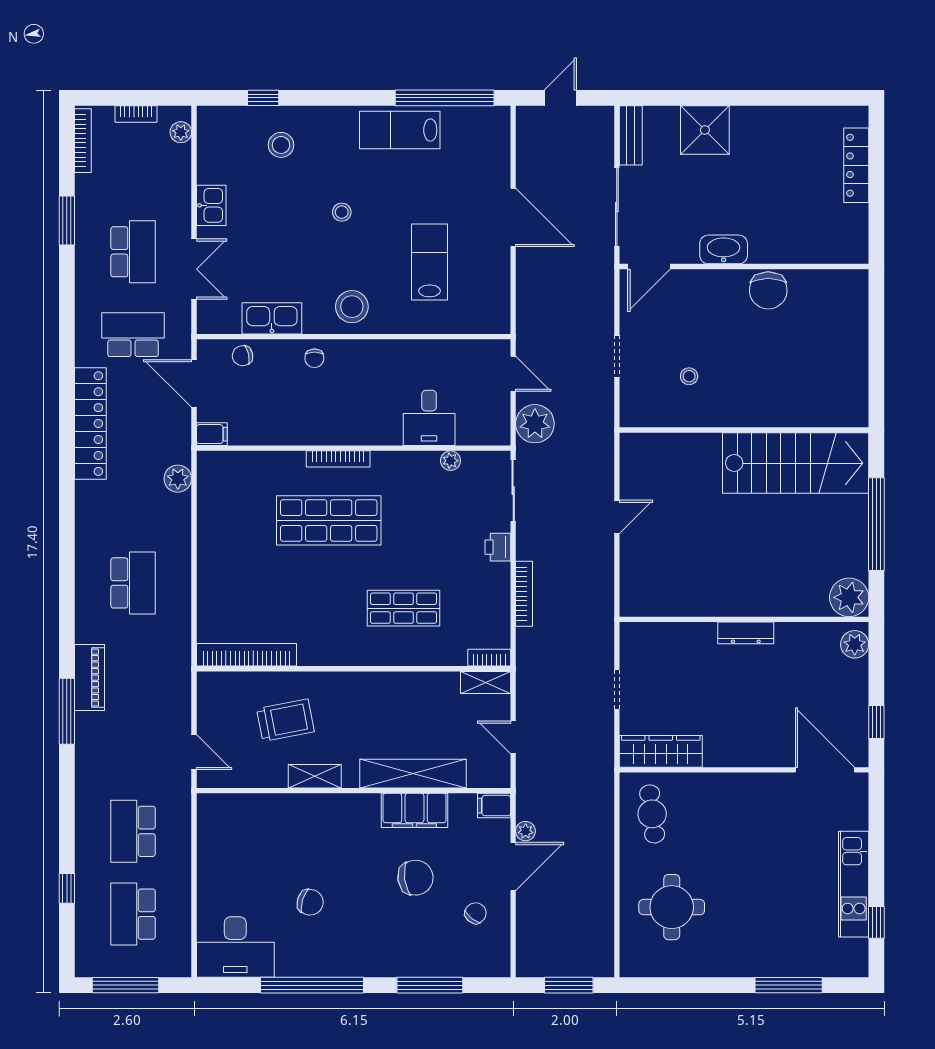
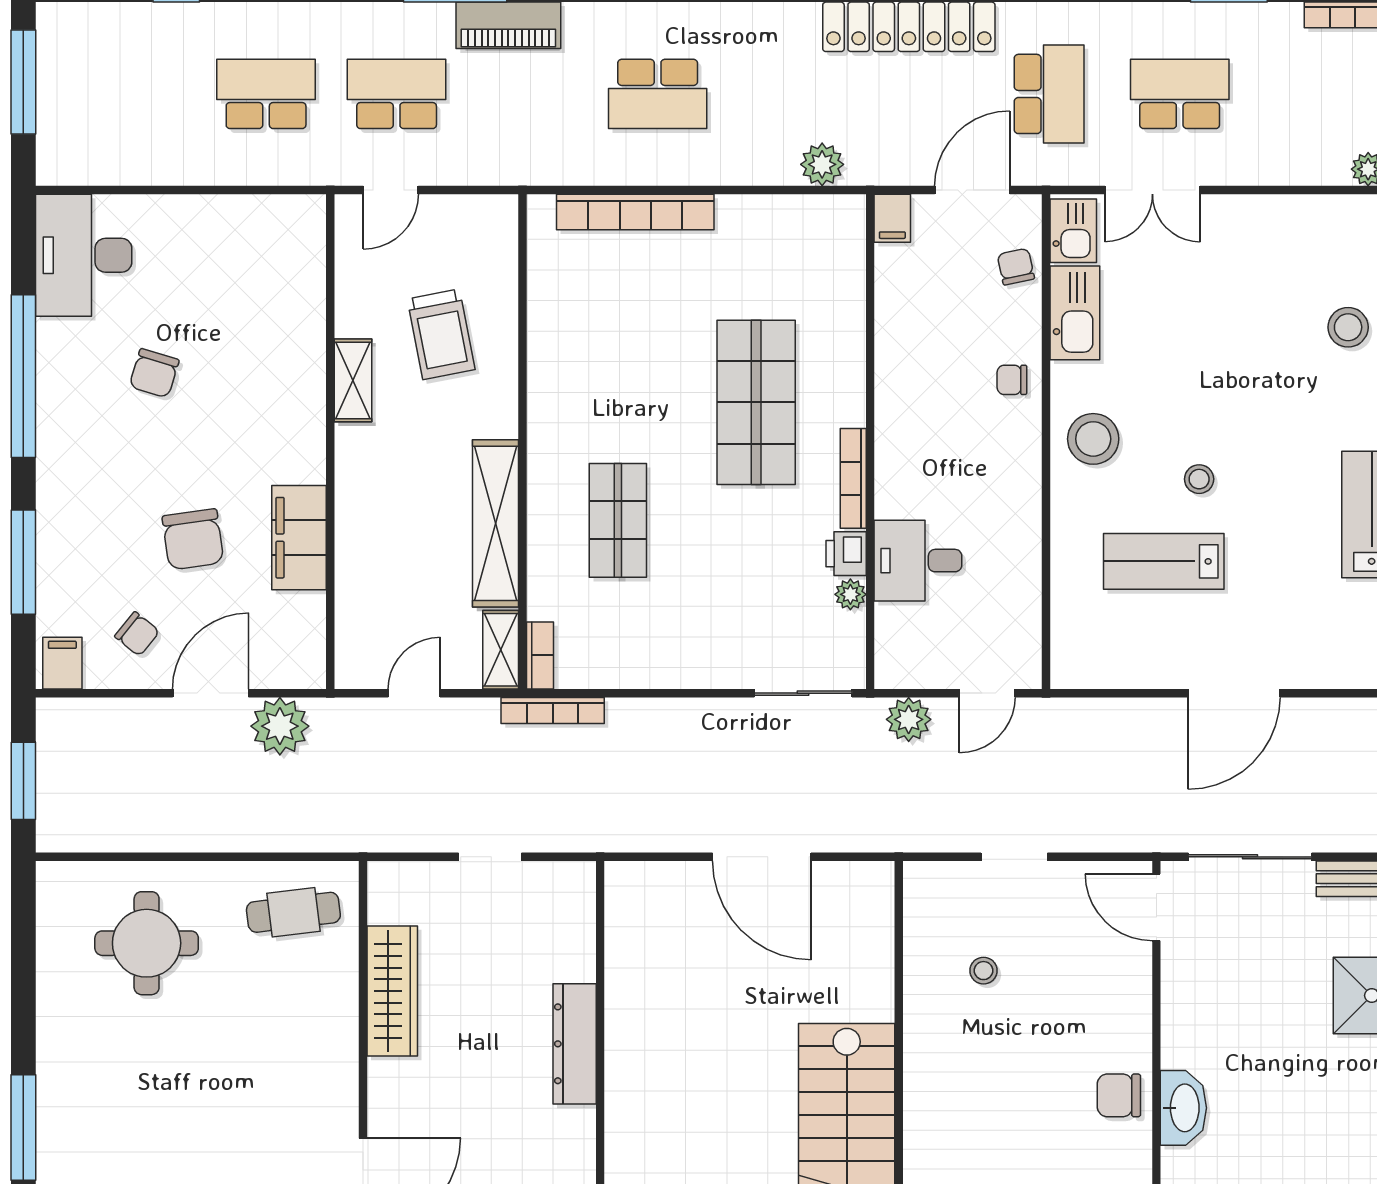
kitchen sink: (211, 205) -> (1073, 231), moved, turned -90
stool: (342, 212) -> (1199, 479), moved
washbasin: (724, 249) -> (1183, 1108), moved
school desk: (133, 252) -> (1180, 94), turned 180
lab bench: (430, 262) -> (1164, 561), turned 180
chair: (768, 290) -> (1119, 1095), width x0.73, depth x0.73
plant: (535, 424) -> (909, 719), width x0.73, depth x0.73
bookcase: (338, 459) -> (853, 478), moved
door: (617, 517) -> (762, 857), width x1.88
printer: (498, 547) -> (846, 554), moved, turned -90
bookcase: (524, 594) -> (553, 710), moved
dresser: (746, 633) -> (575, 1044), width x1.37, depth x1.24
bookcase: (246, 655) -> (635, 212), moved, turned 90
wardrobe: (661, 751) -> (392, 991), moved
shelving: (413, 774) -> (496, 523), moved
filing cabinet: (494, 806) -> (62, 663), moved
plant: (526, 831) -> (280, 726), width x1.88, depth x1.88
door: (513, 866) -> (211, 693), swing flipped
school desk: (133, 914) -> (397, 94), moved

